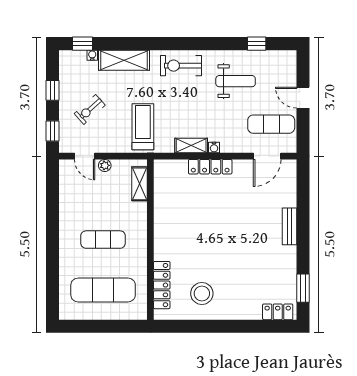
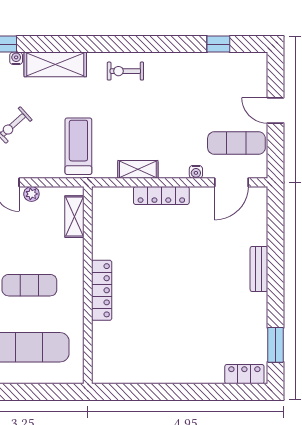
exercise bike: (181, 66) -> (125, 71), width x0.73, depth x0.72
weight bench: (236, 81) -> (193, 90), removed
water cooler: (214, 147) -> (196, 172), moved
locker: (162, 285) -> (102, 290), moved
stool: (202, 294) -> (151, 352), removed

